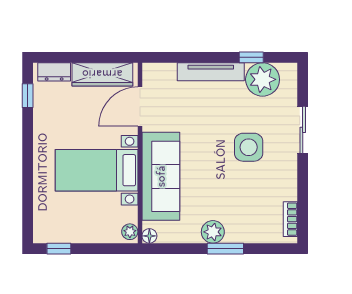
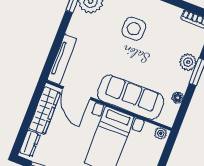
tv unit: (211, 72) -> (62, 59), moved
plant: (213, 232) -> (188, 62), moved
floor lamp: (149, 236) -> (178, 98), moved

